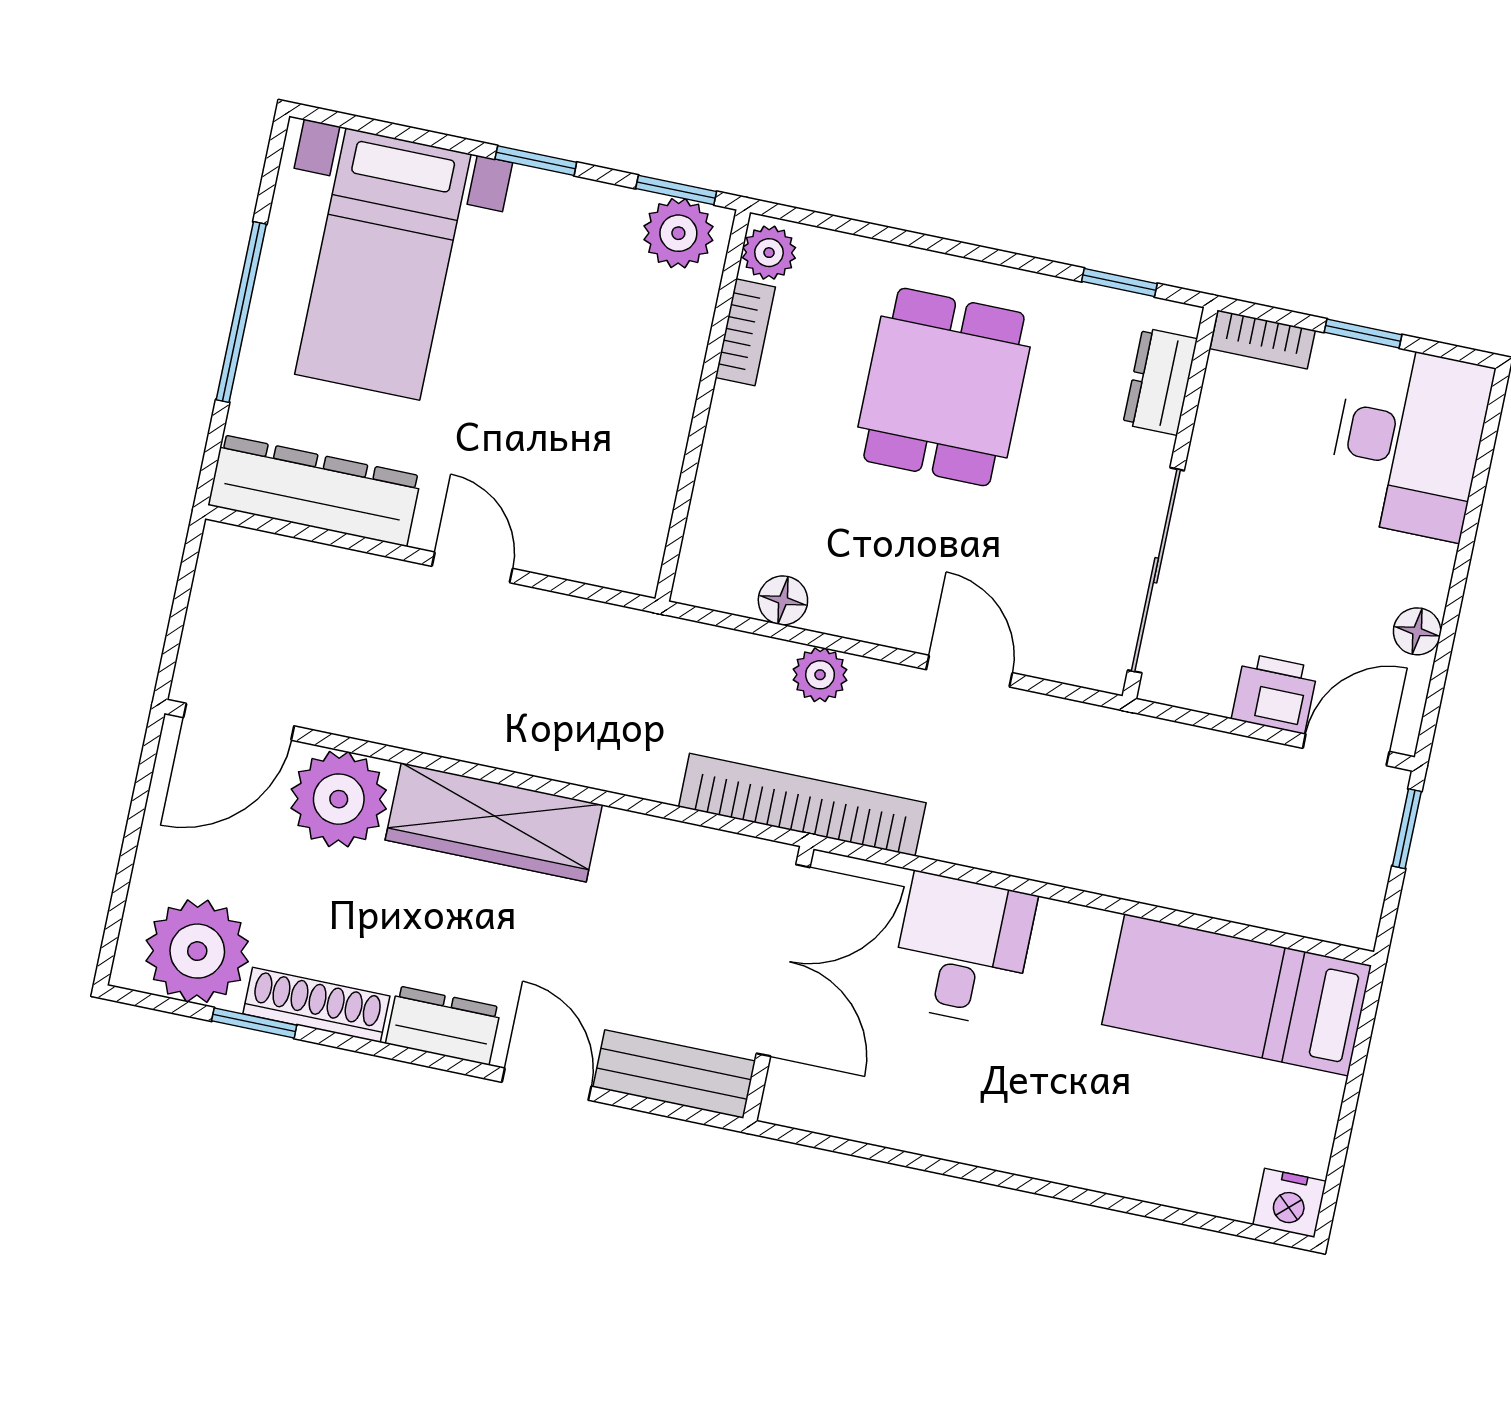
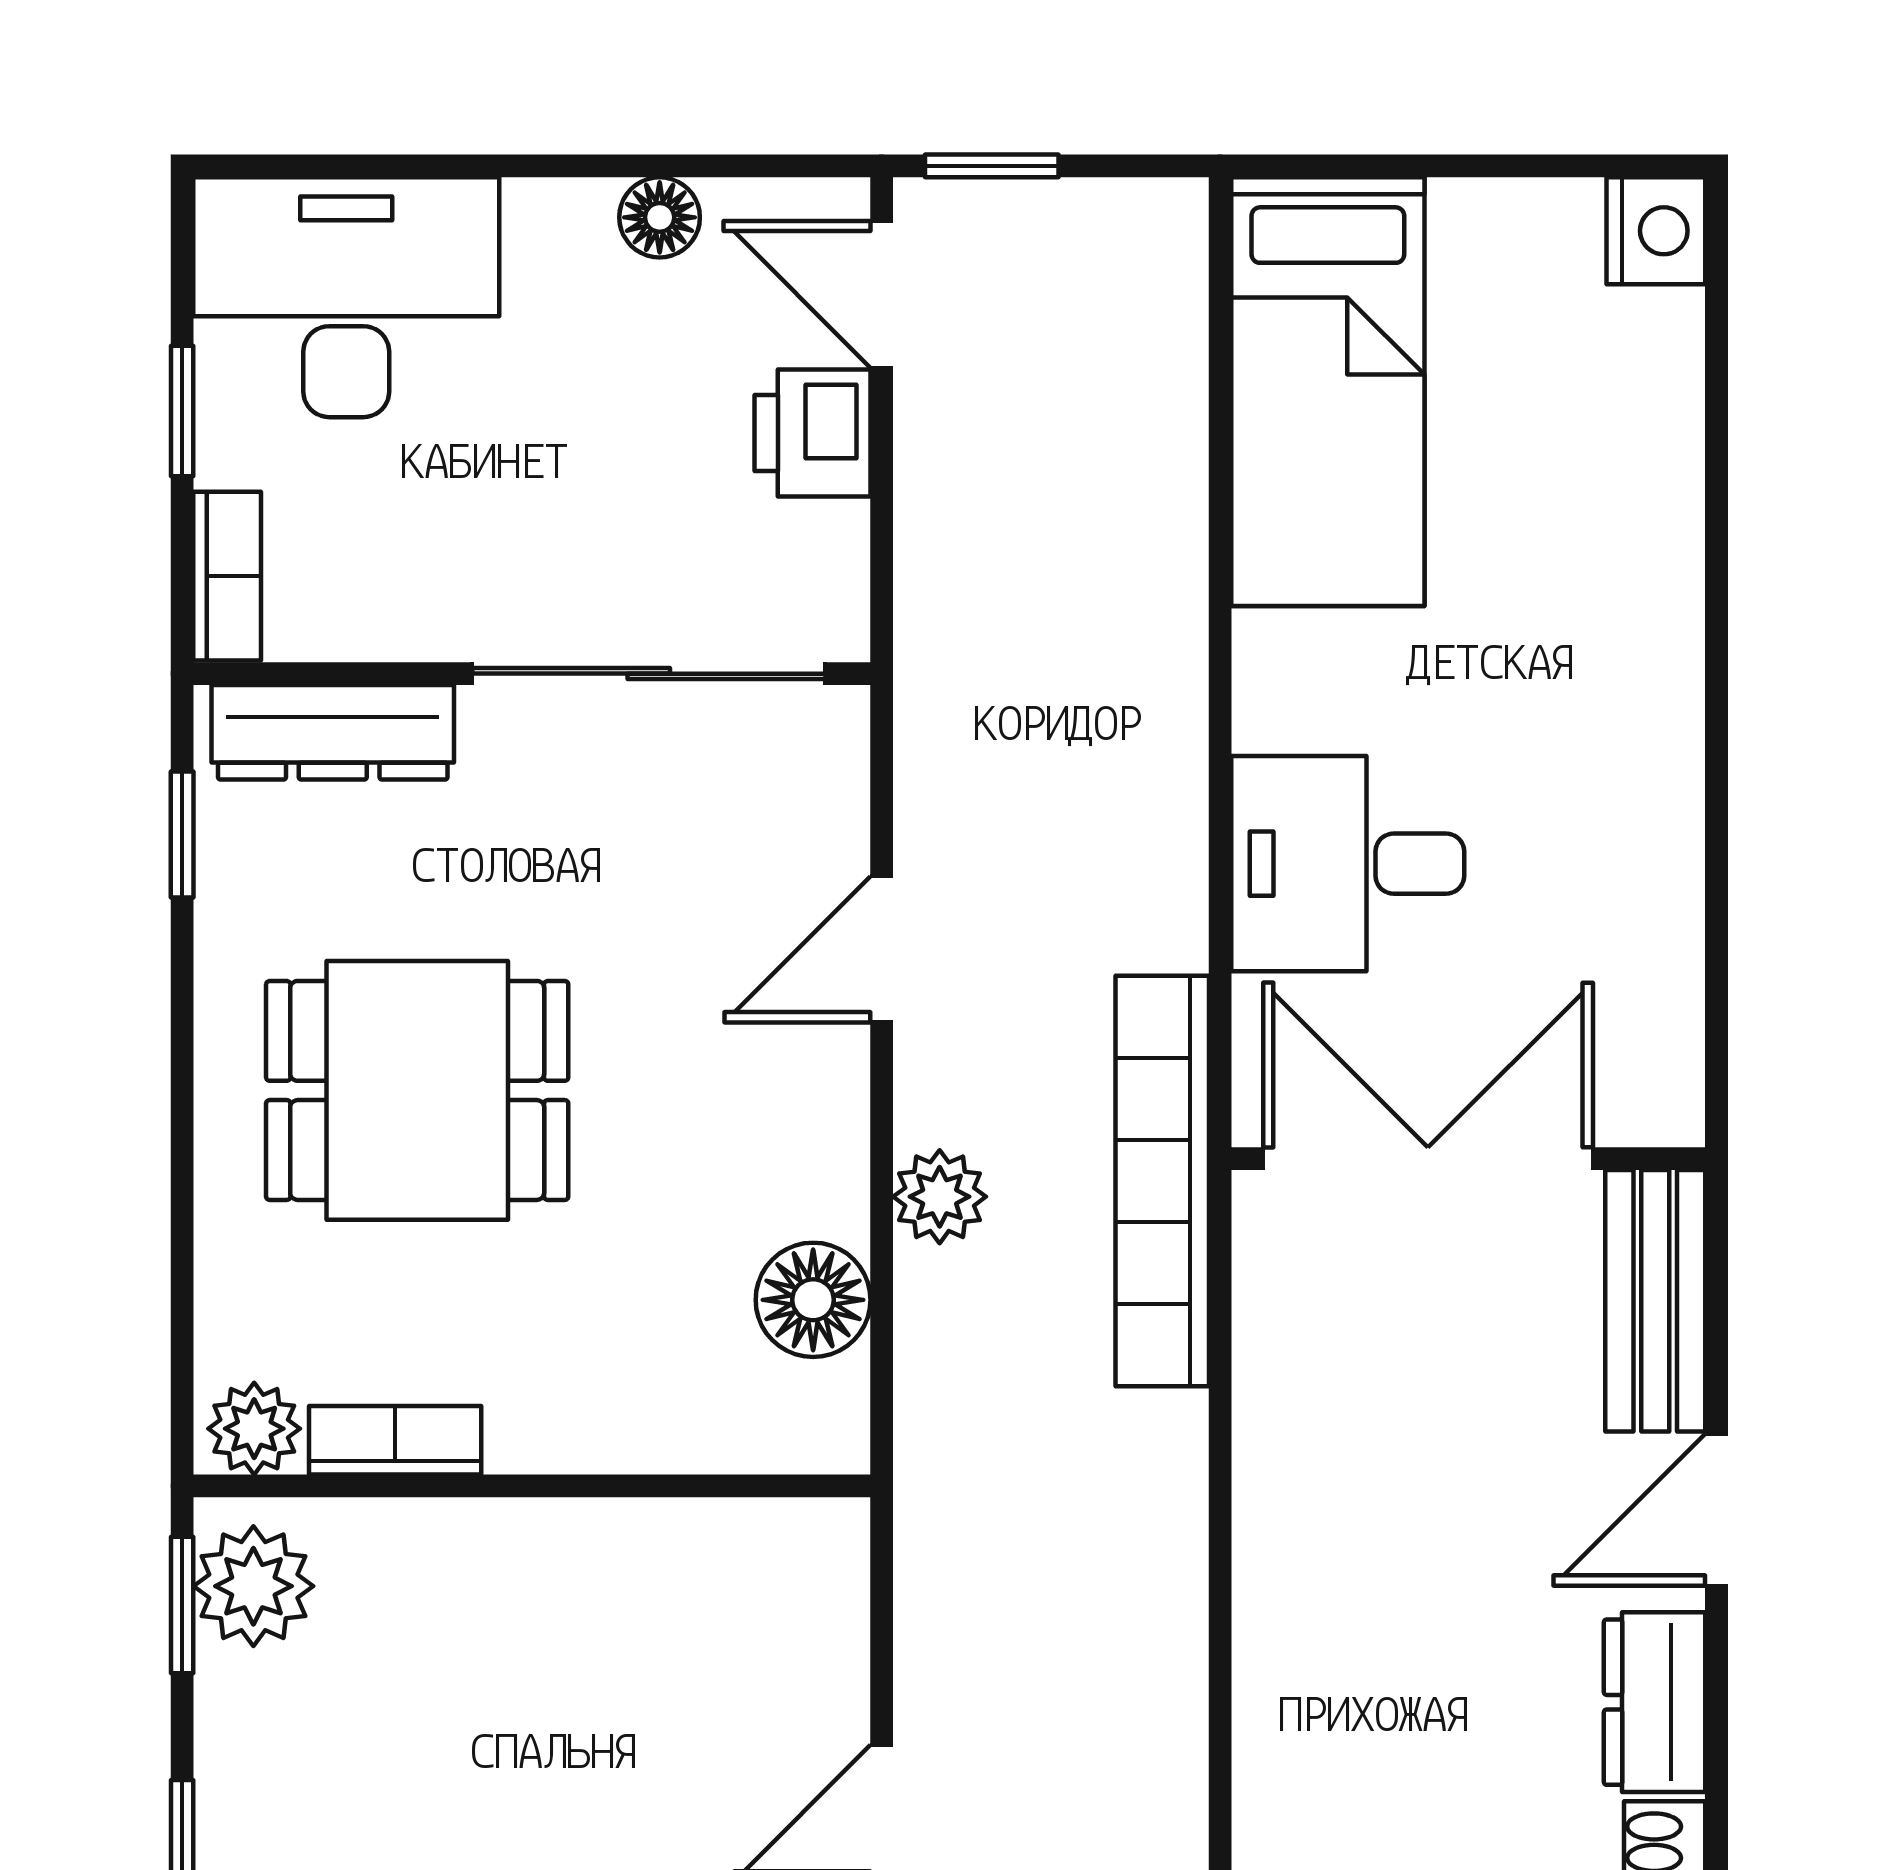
dresser: (1160, 381) -> (333, 732), width x1.44
floor lamp: (783, 600) -> (813, 1300), width x1.37, depth x1.37
wardrobe: (494, 822) -> (1299, 1689), removed

